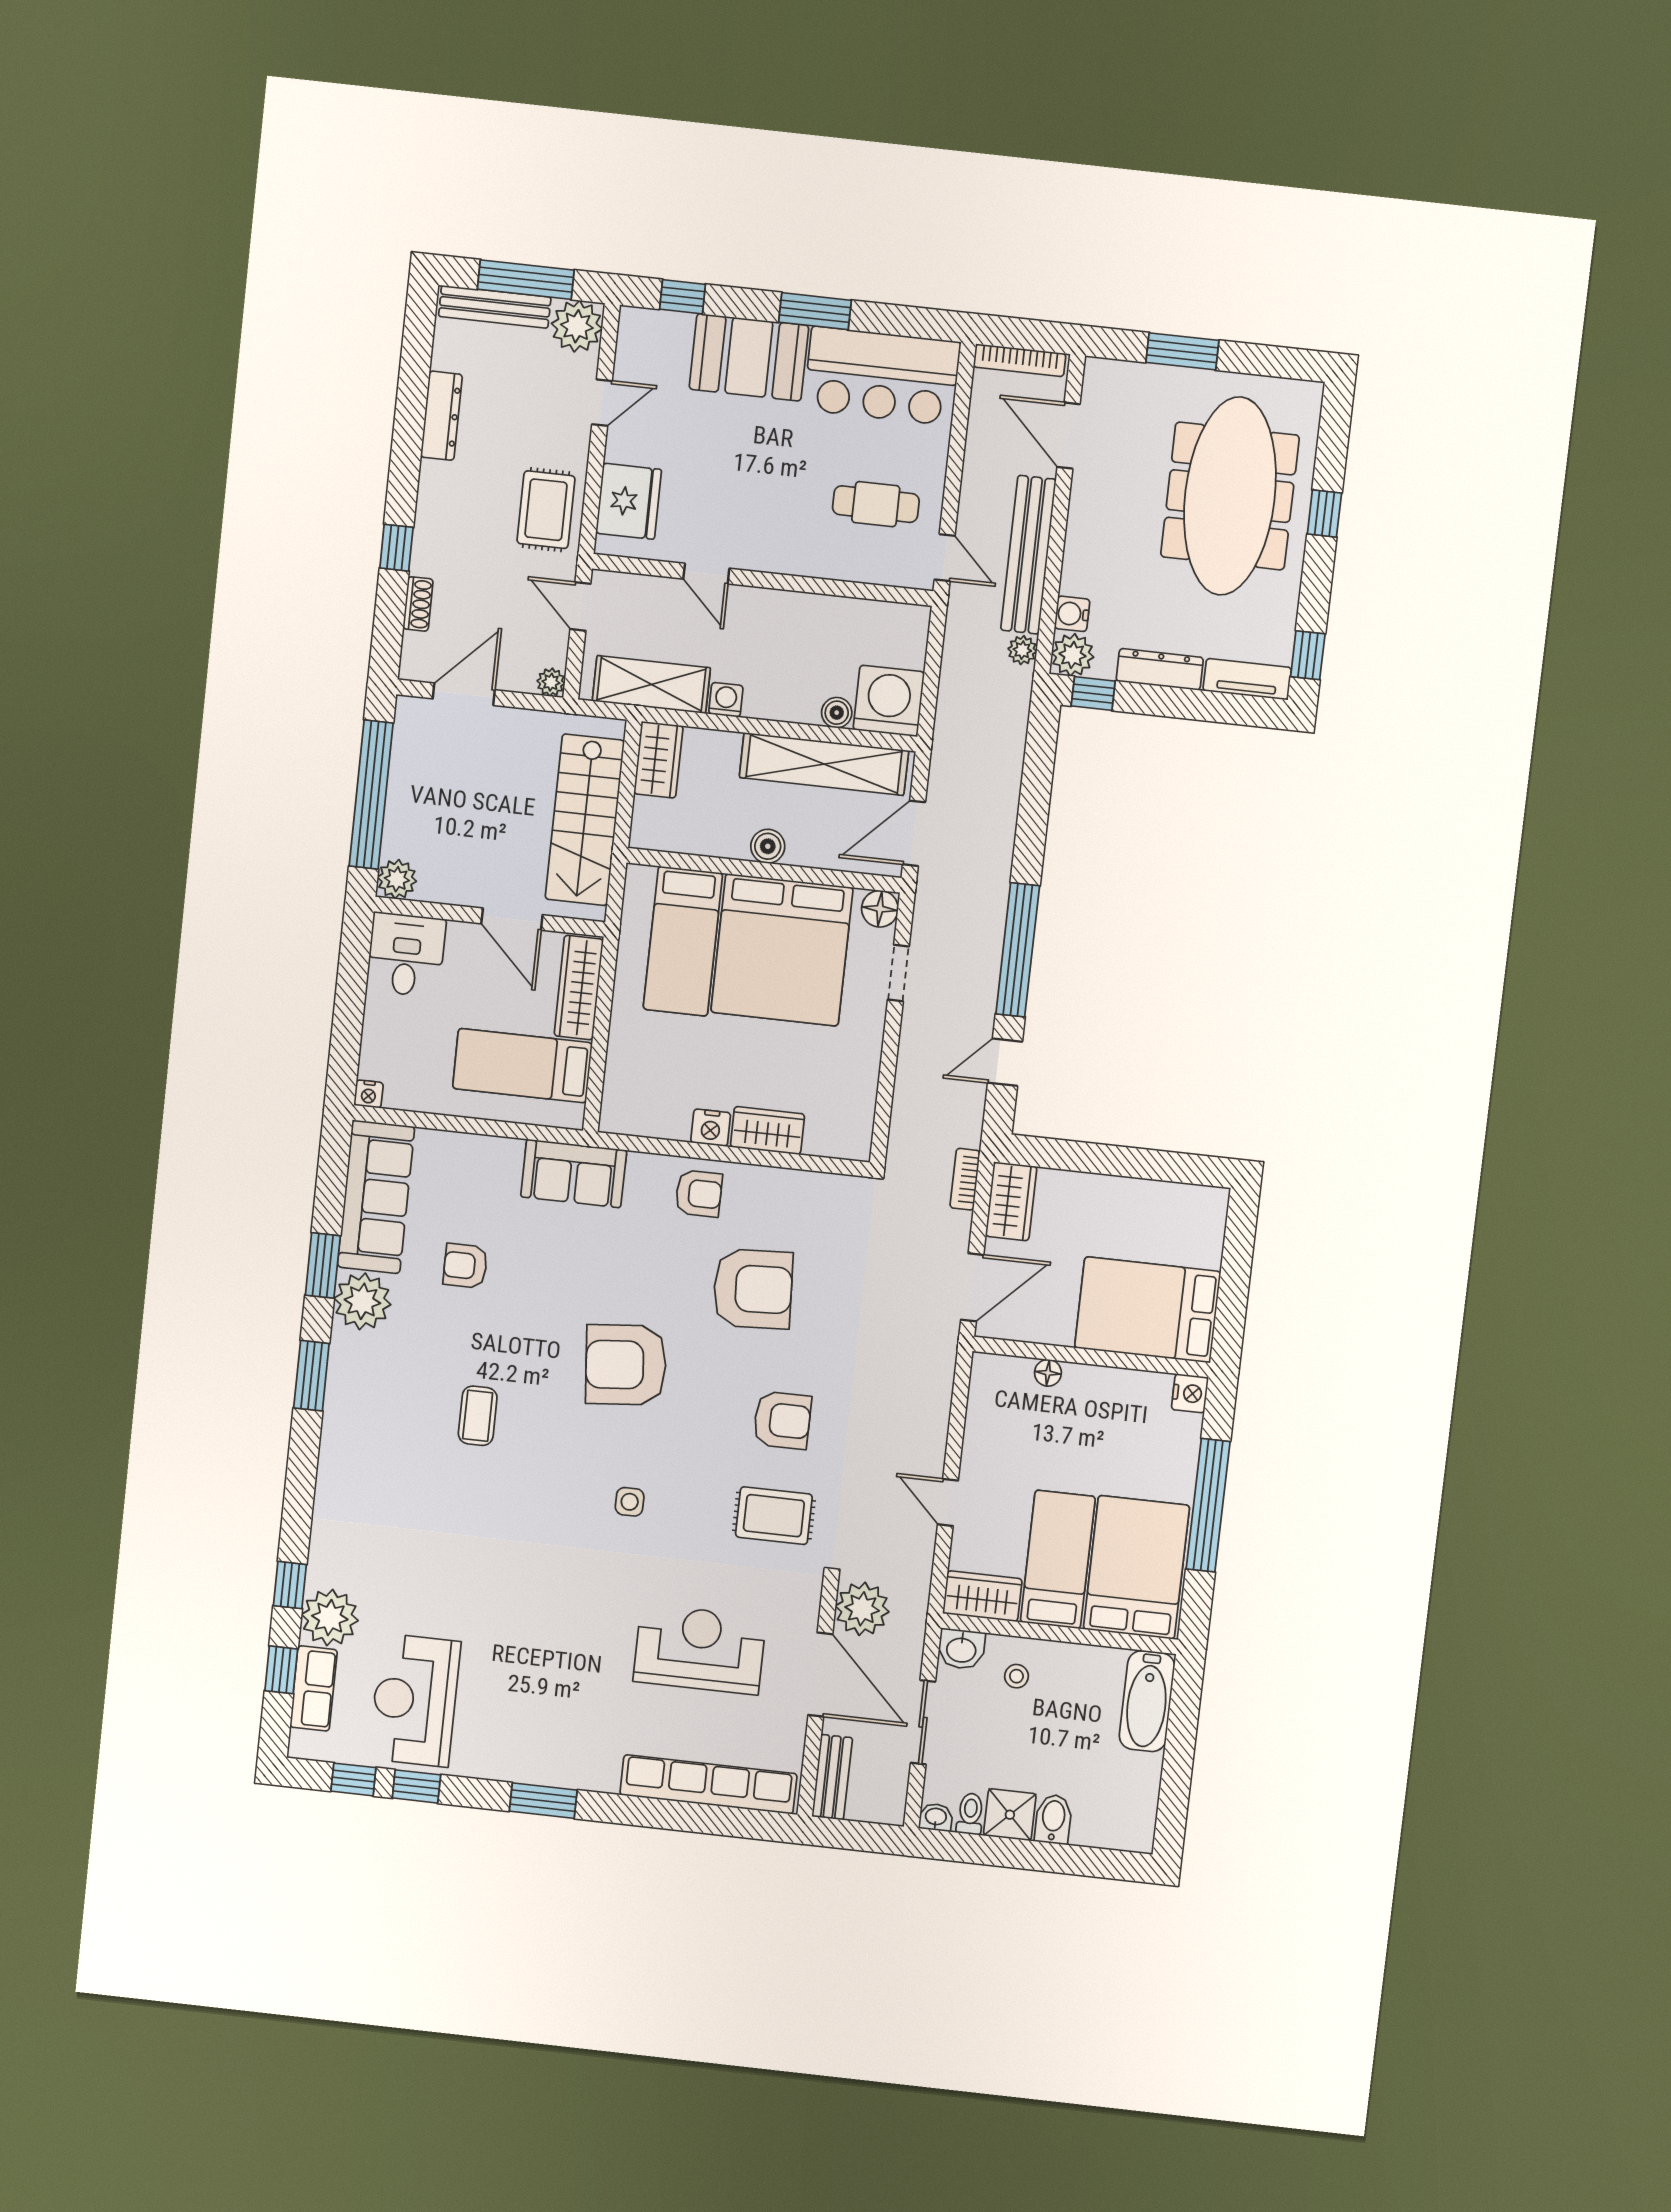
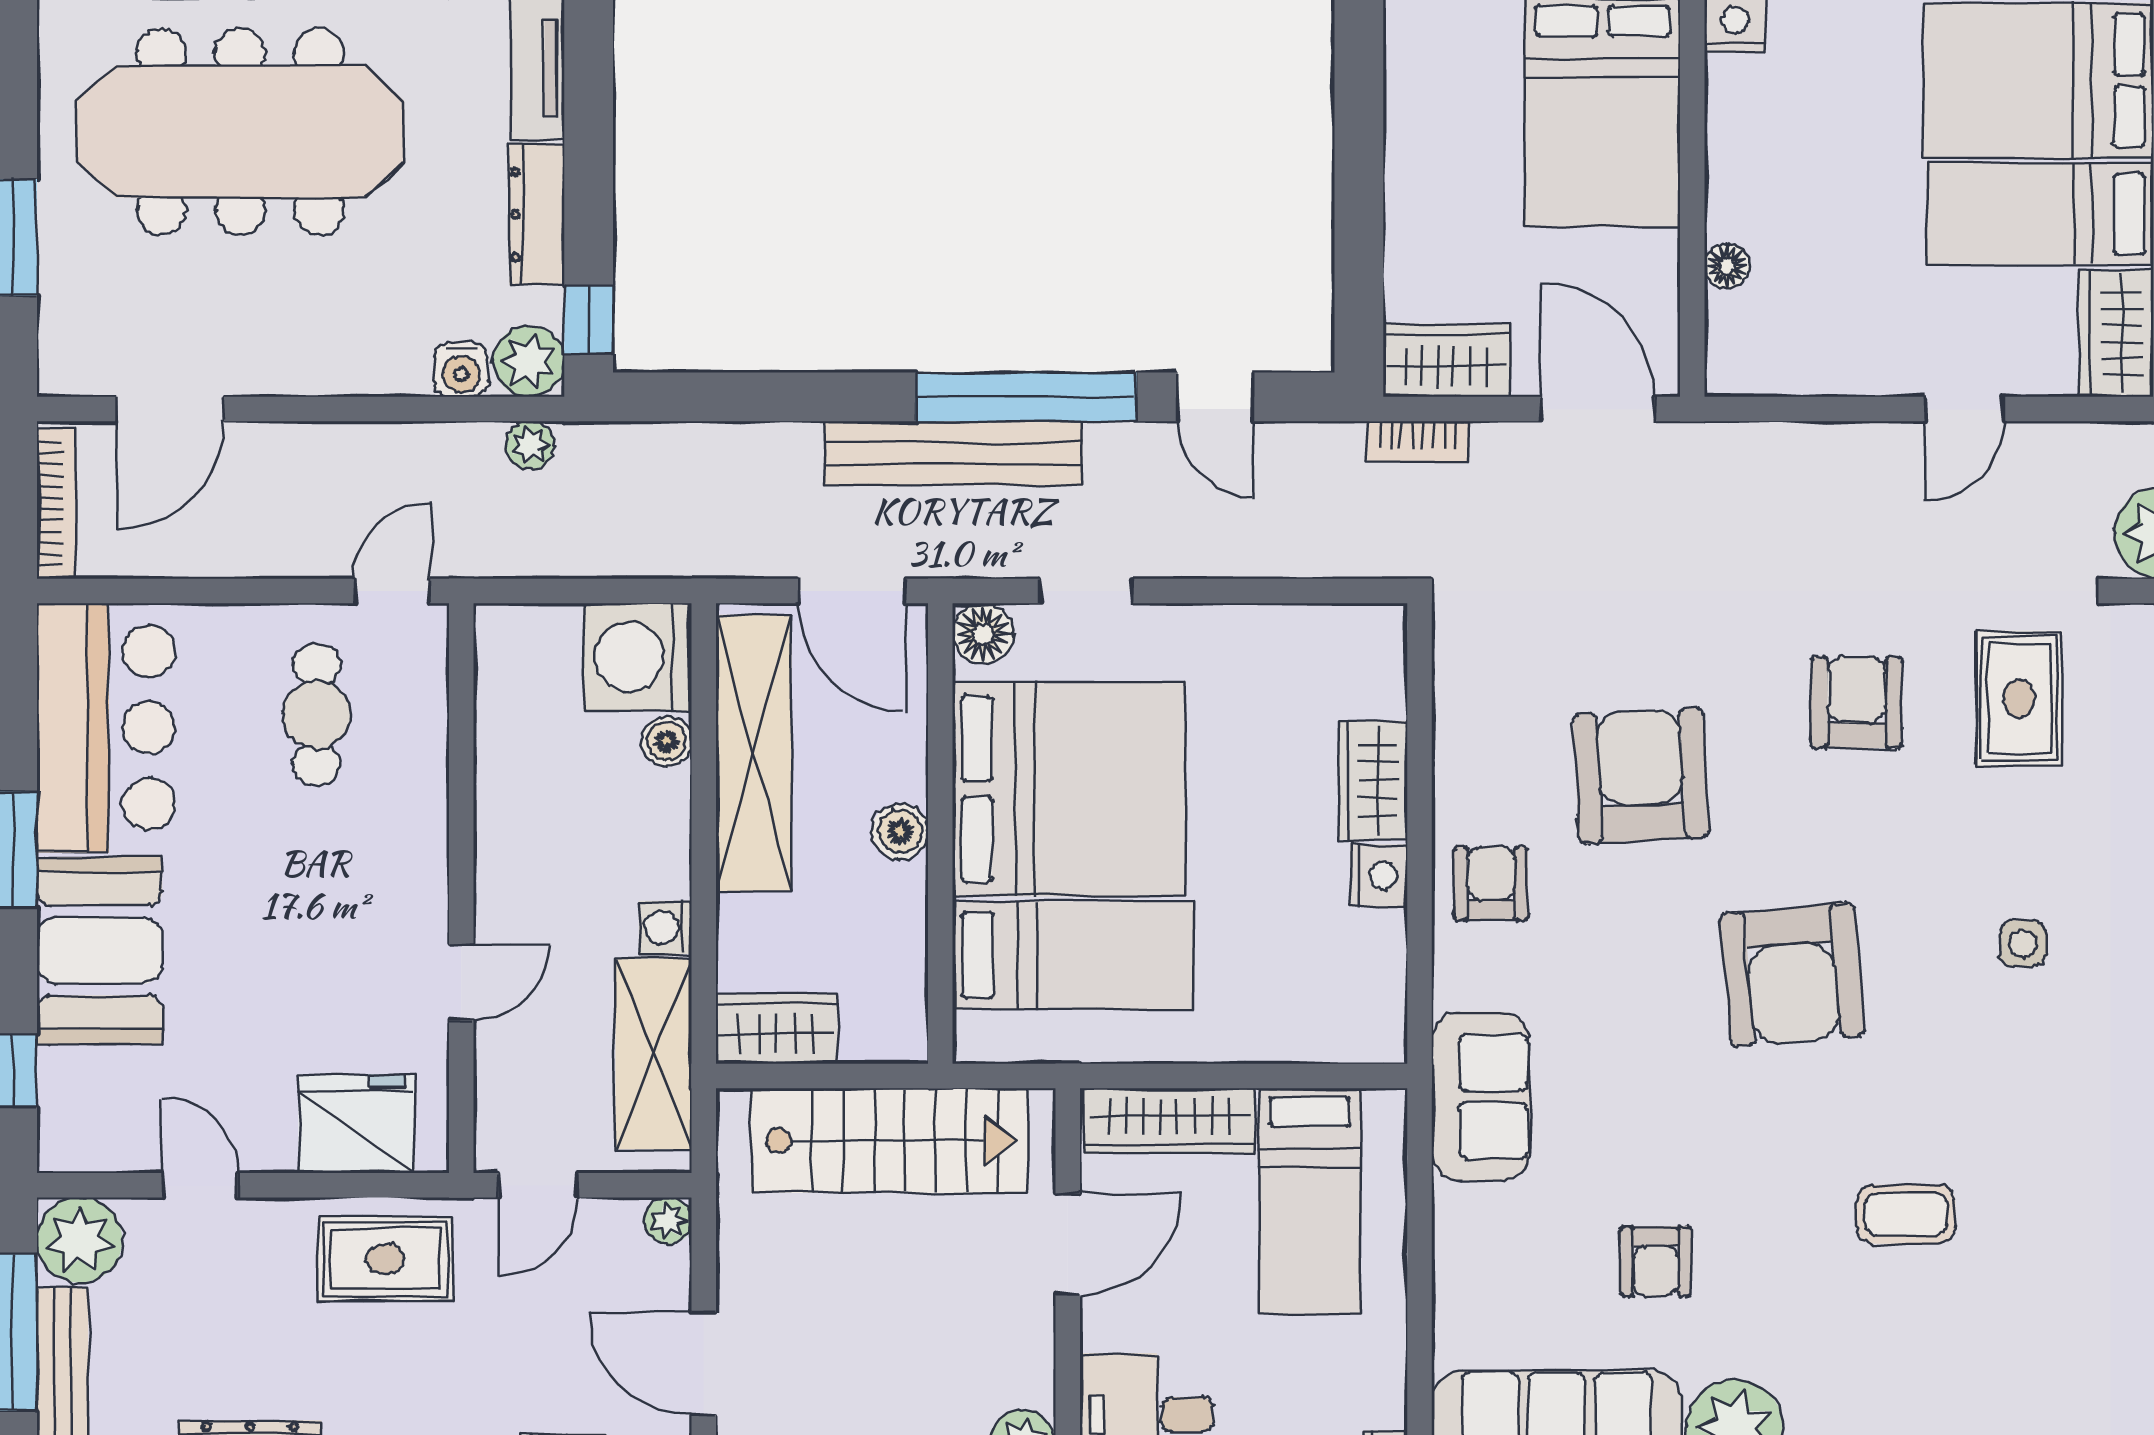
bench: (1028, 555) -> (954, 453), moved

